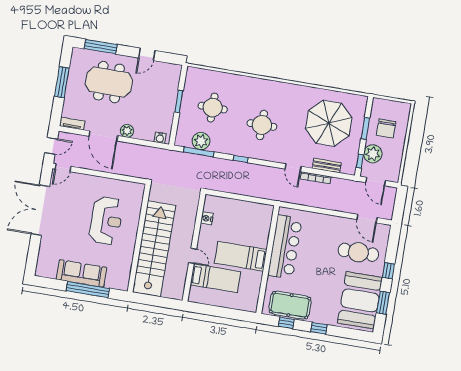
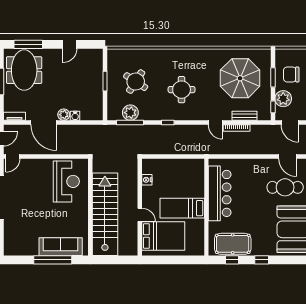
meeting table: (109, 82) -> (24, 70), moved, turned 90
round table: (213, 108) -> (136, 82), turned 33
chair: (386, 129) -> (291, 74), turned 90
water cooler: (160, 138) -> (75, 116), moved
reception desk: (106, 221) -> (66, 181), moved
sofa: (82, 273) -> (61, 247), moved
bed: (215, 278) -> (163, 236), width x1.50

